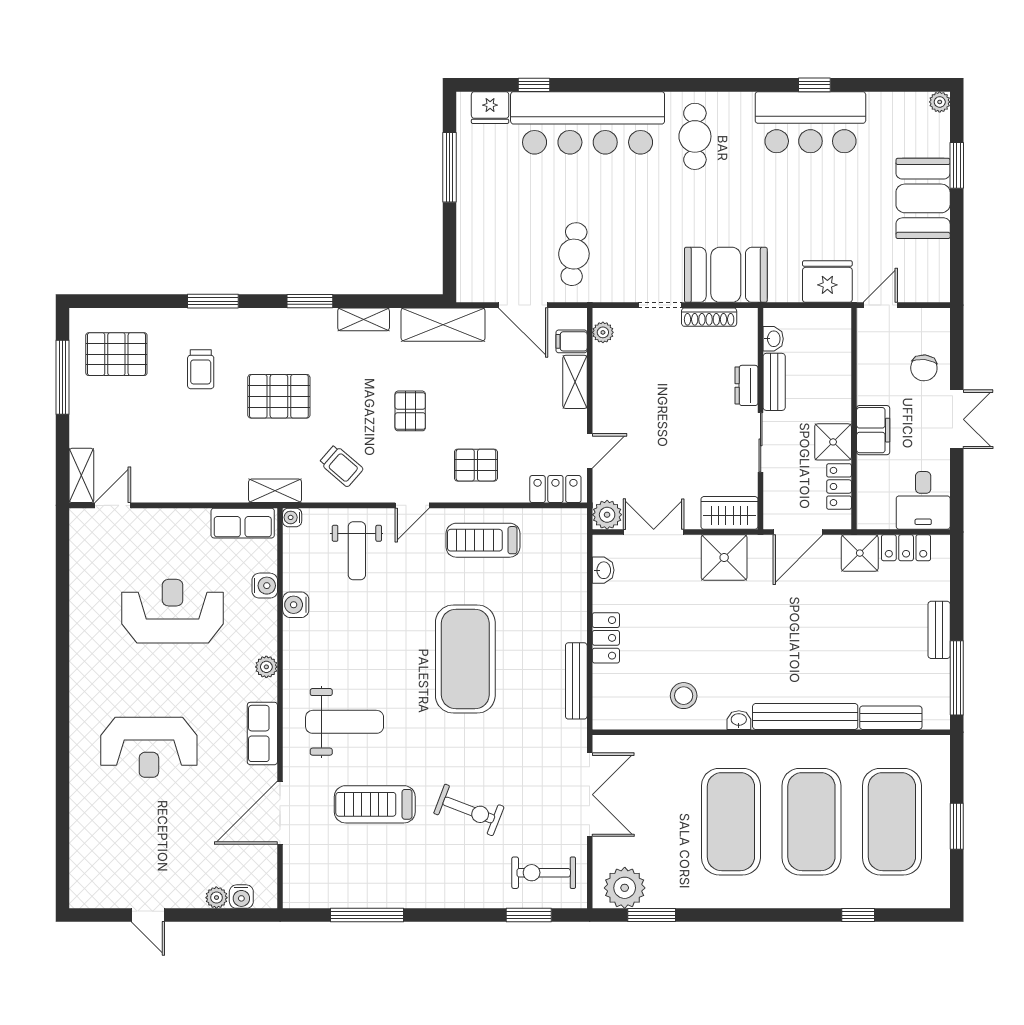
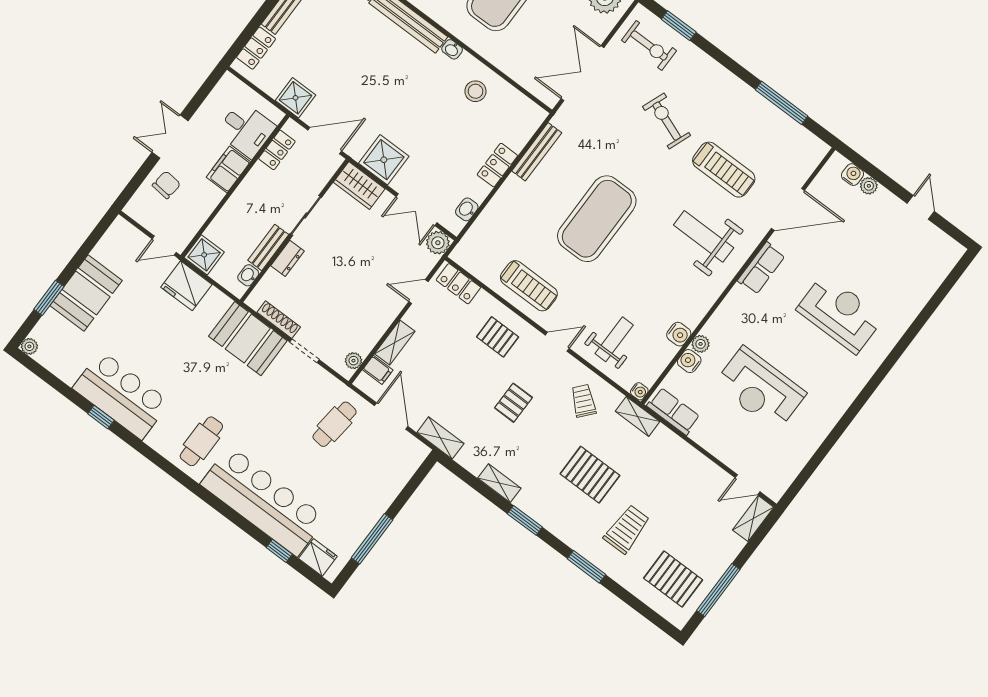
shelving: (443, 325) -> (440, 438), width x0.67, depth x0.75
trolley: (201, 369) -> (627, 529), width x1.36, depth x1.39
shower: (833, 442) -> (204, 255), moved
desk: (923, 500) -> (246, 129), moved, turned 90
locker: (906, 548) -> (256, 48), moved, turned 90
plant: (266, 667) -> (701, 344), moved

